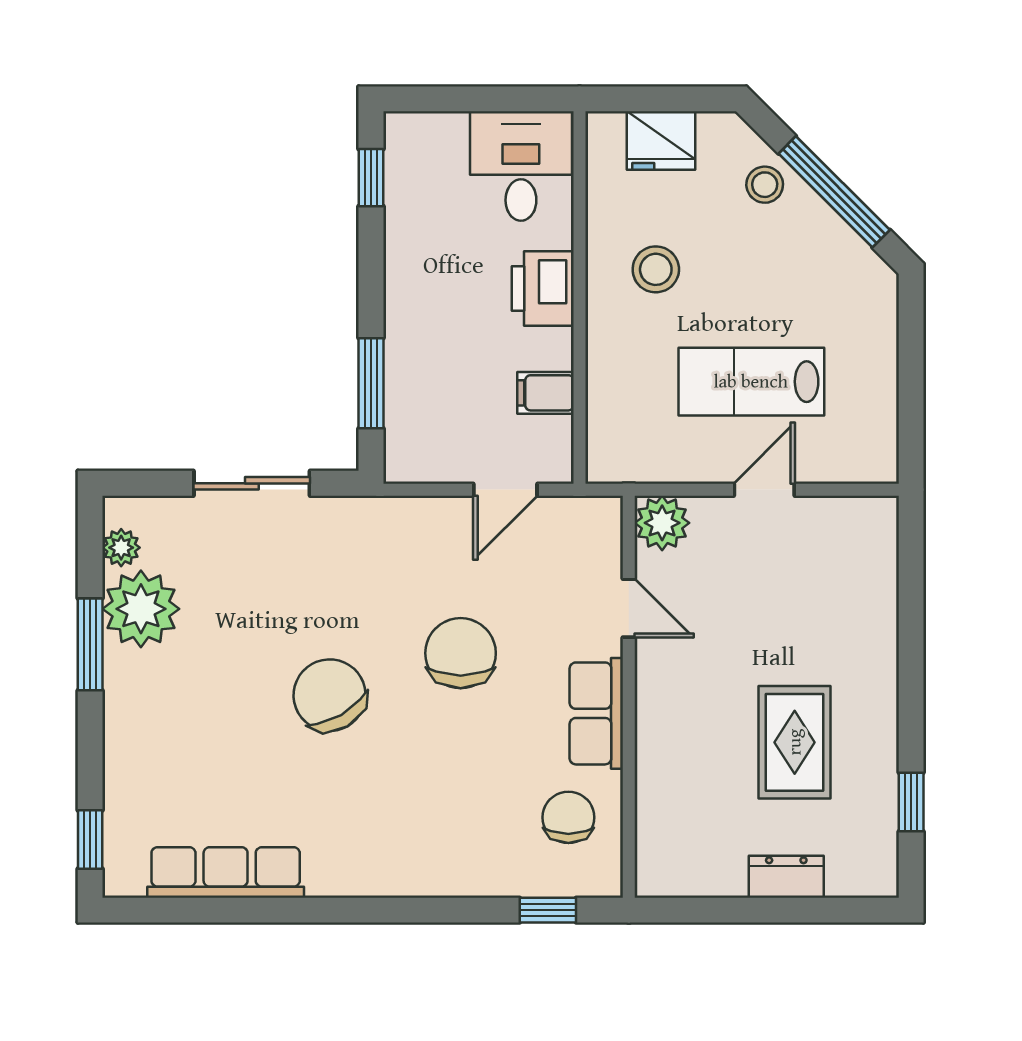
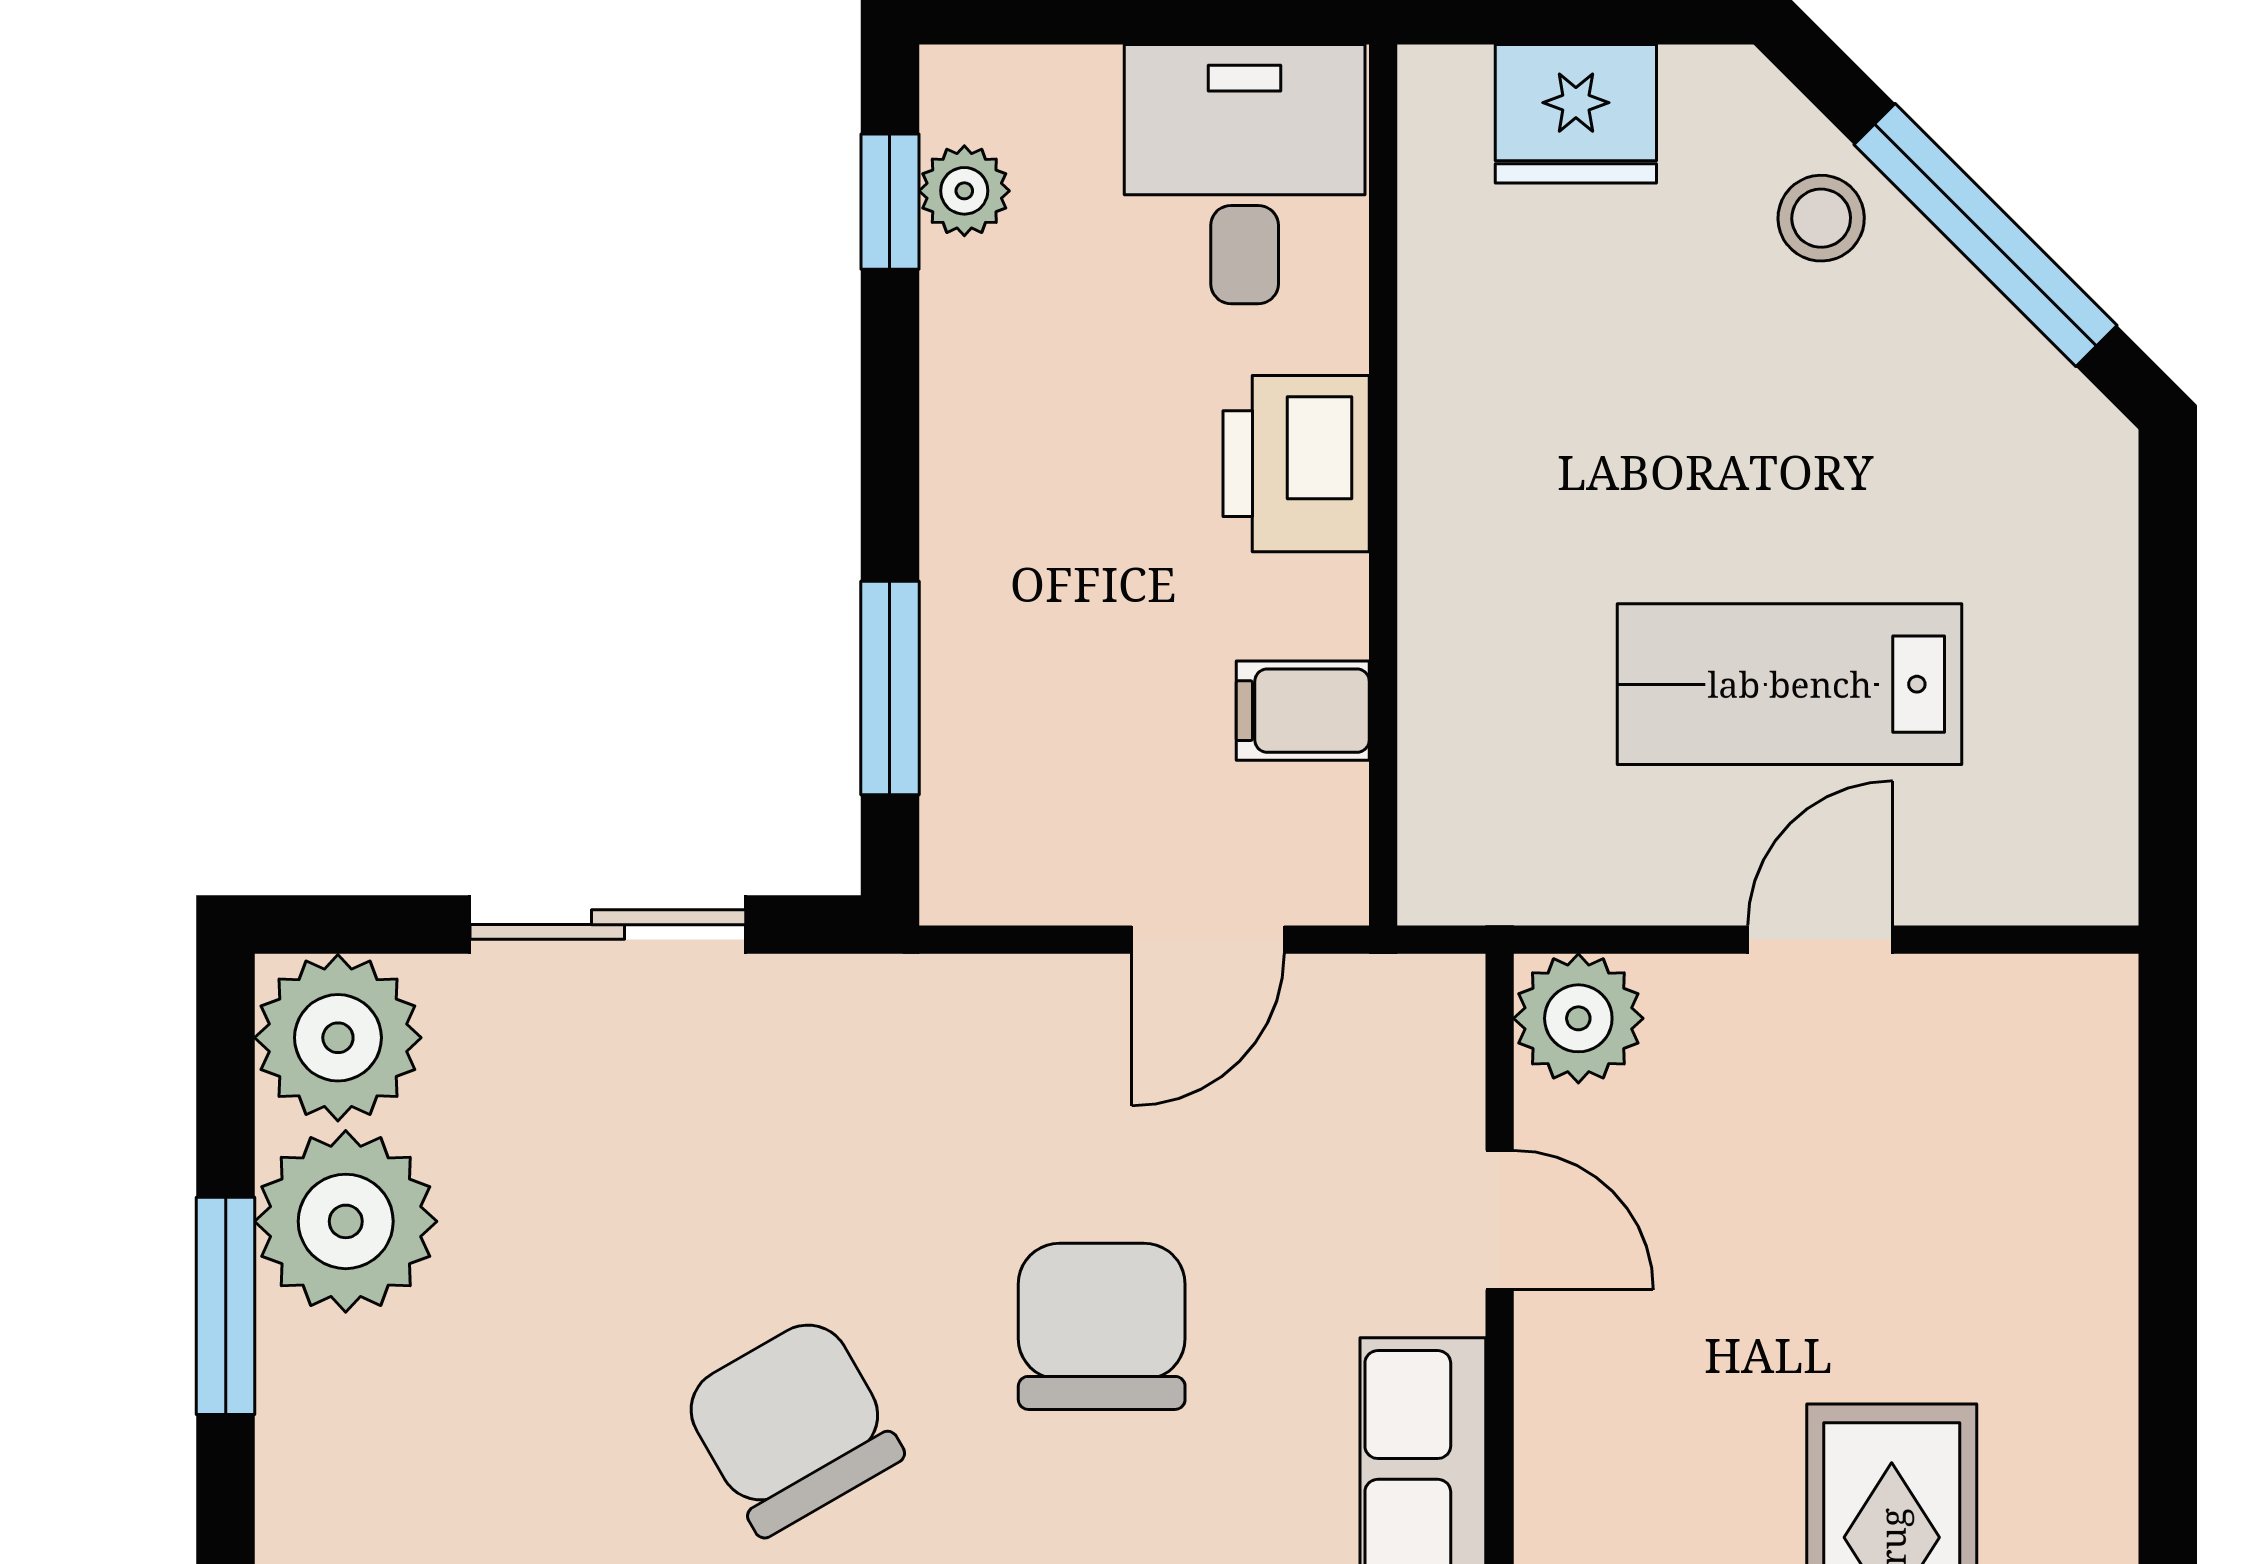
plant: (402, 173) -> (964, 191), added
stool: (656, 269) -> (1564, 419), removed
plant: (121, 548) -> (338, 1038), width x1.87, depth x1.87

